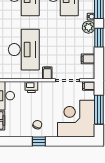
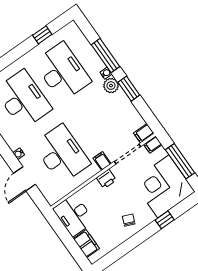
filing cabinet: (88, 59) -> (144, 133), moved
printer: (31, 87) -> (106, 179), moved
window: (39, 141) -> (165, 220), moved

